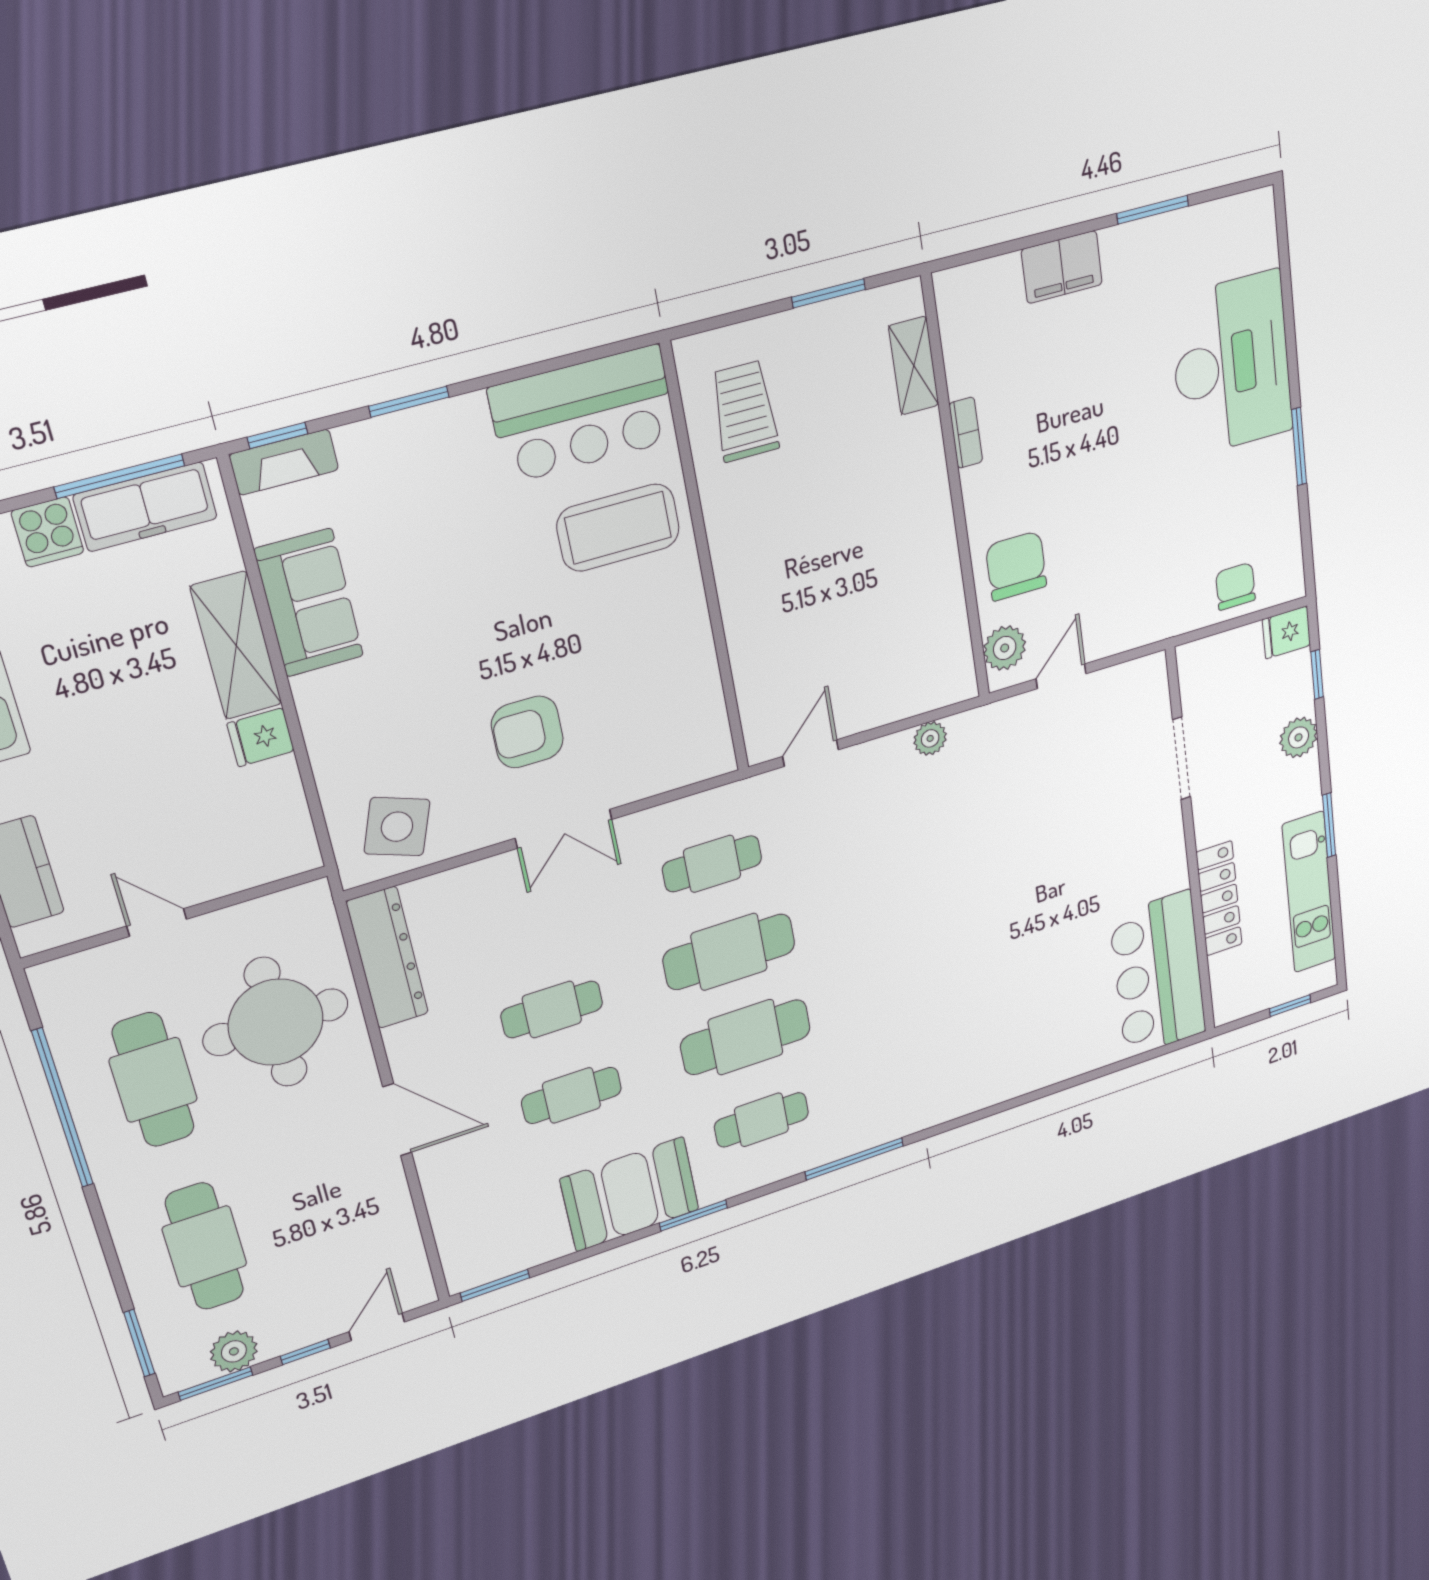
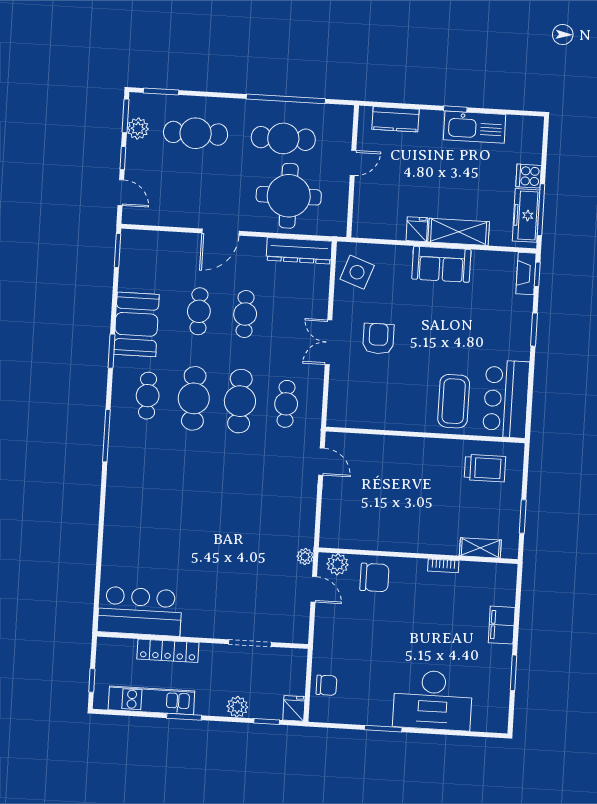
sofa: (309, 603) -> (441, 264), moved
plant: (930, 738) -> (305, 557), moved

